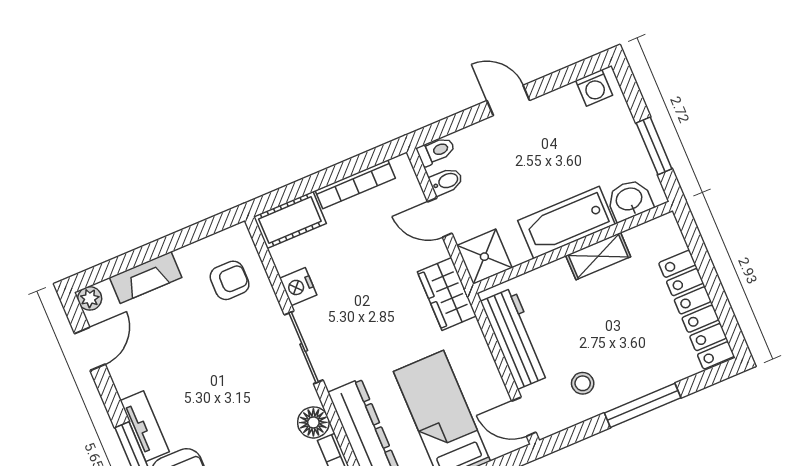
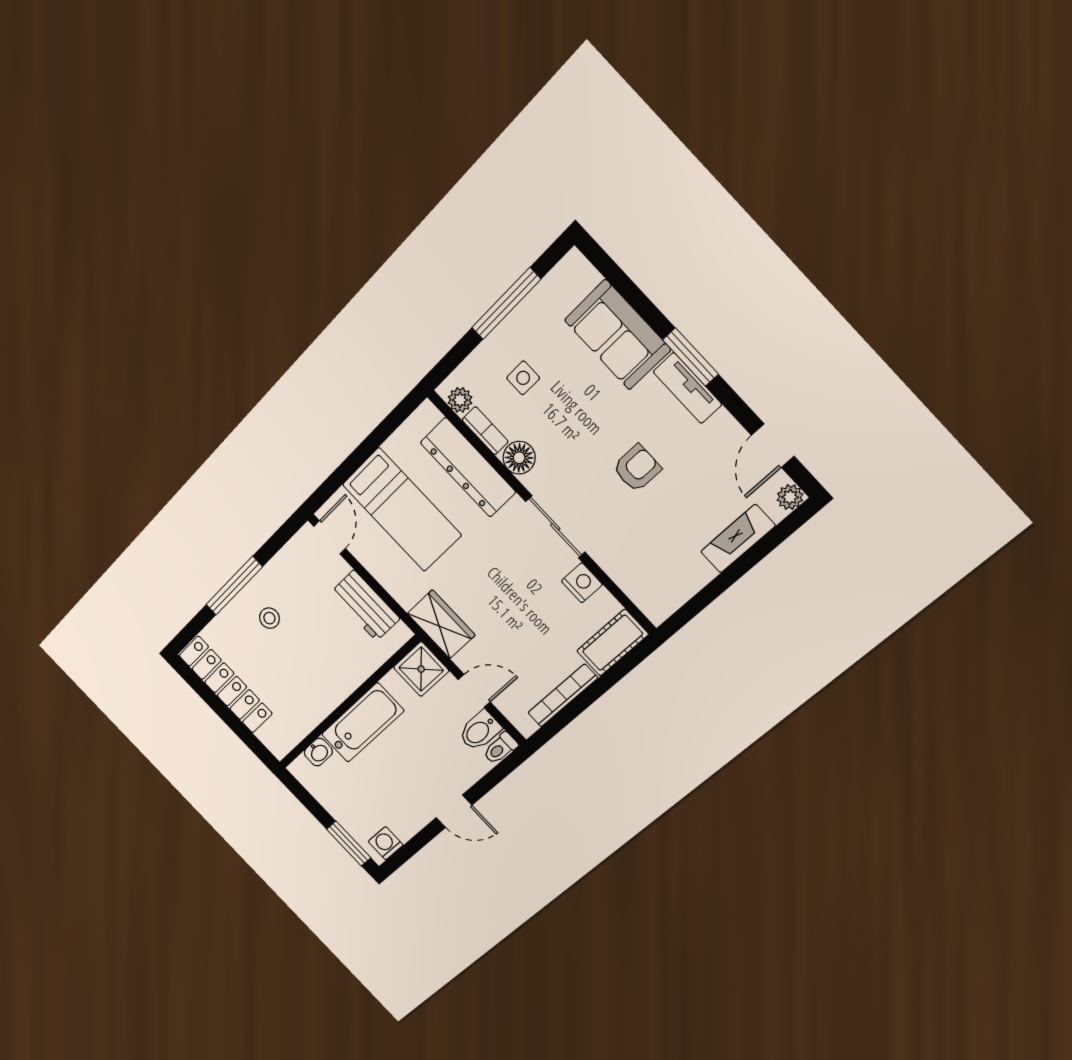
window: (654, 146) -> (349, 843), moved
bidet: (446, 181) -> (480, 731), width x1.38, depth x1.36
washbasin: (629, 200) -> (318, 752), width x0.72, depth x0.69
shelving: (598, 256) -> (324, 702), removed
armchair: (230, 280) -> (637, 468), moved, turned 180
workbench: (515, 338) -> (365, 606), width x0.73
stool: (583, 383) -> (269, 618), moved
door: (524, 417) -> (330, 537), hinge flipped

